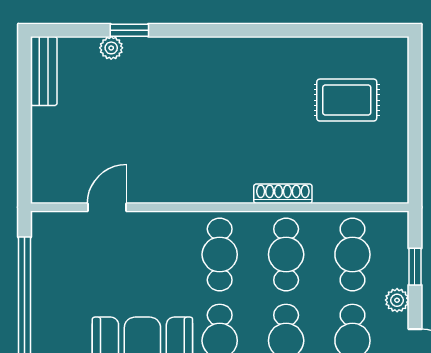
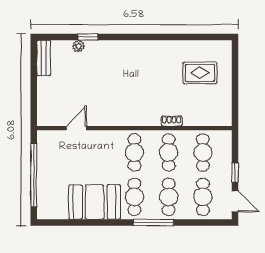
shoe rack: (283, 194) -> (171, 121), width x0.70
window: (415, 267) -> (235, 172), moved
plant: (397, 300) -> (226, 176), removed

